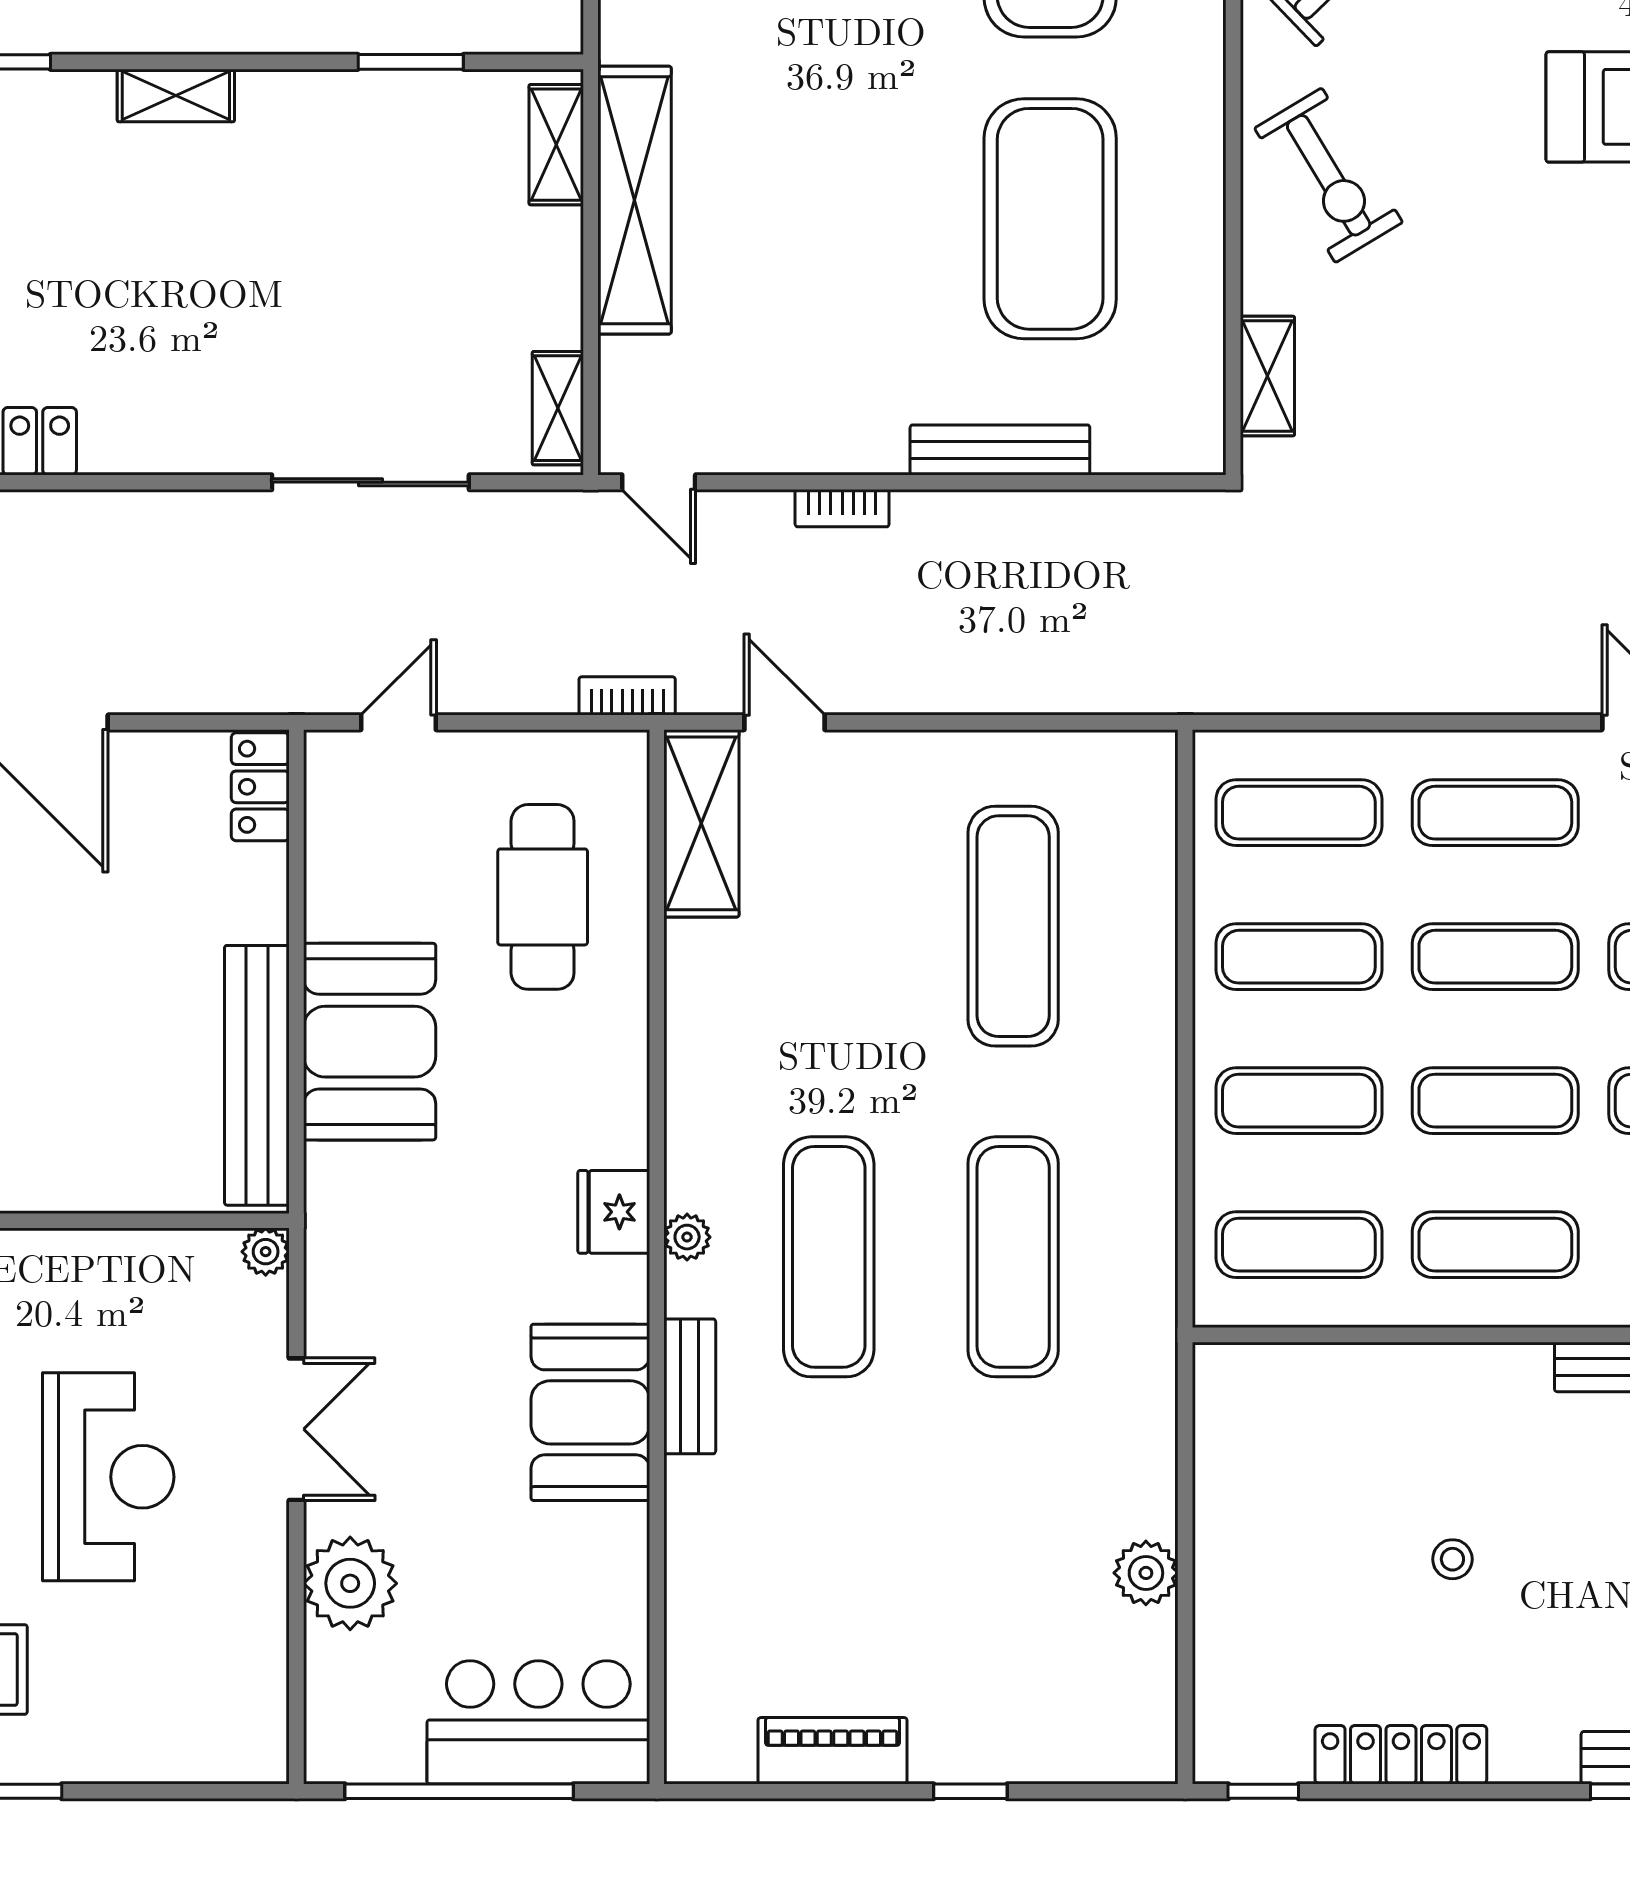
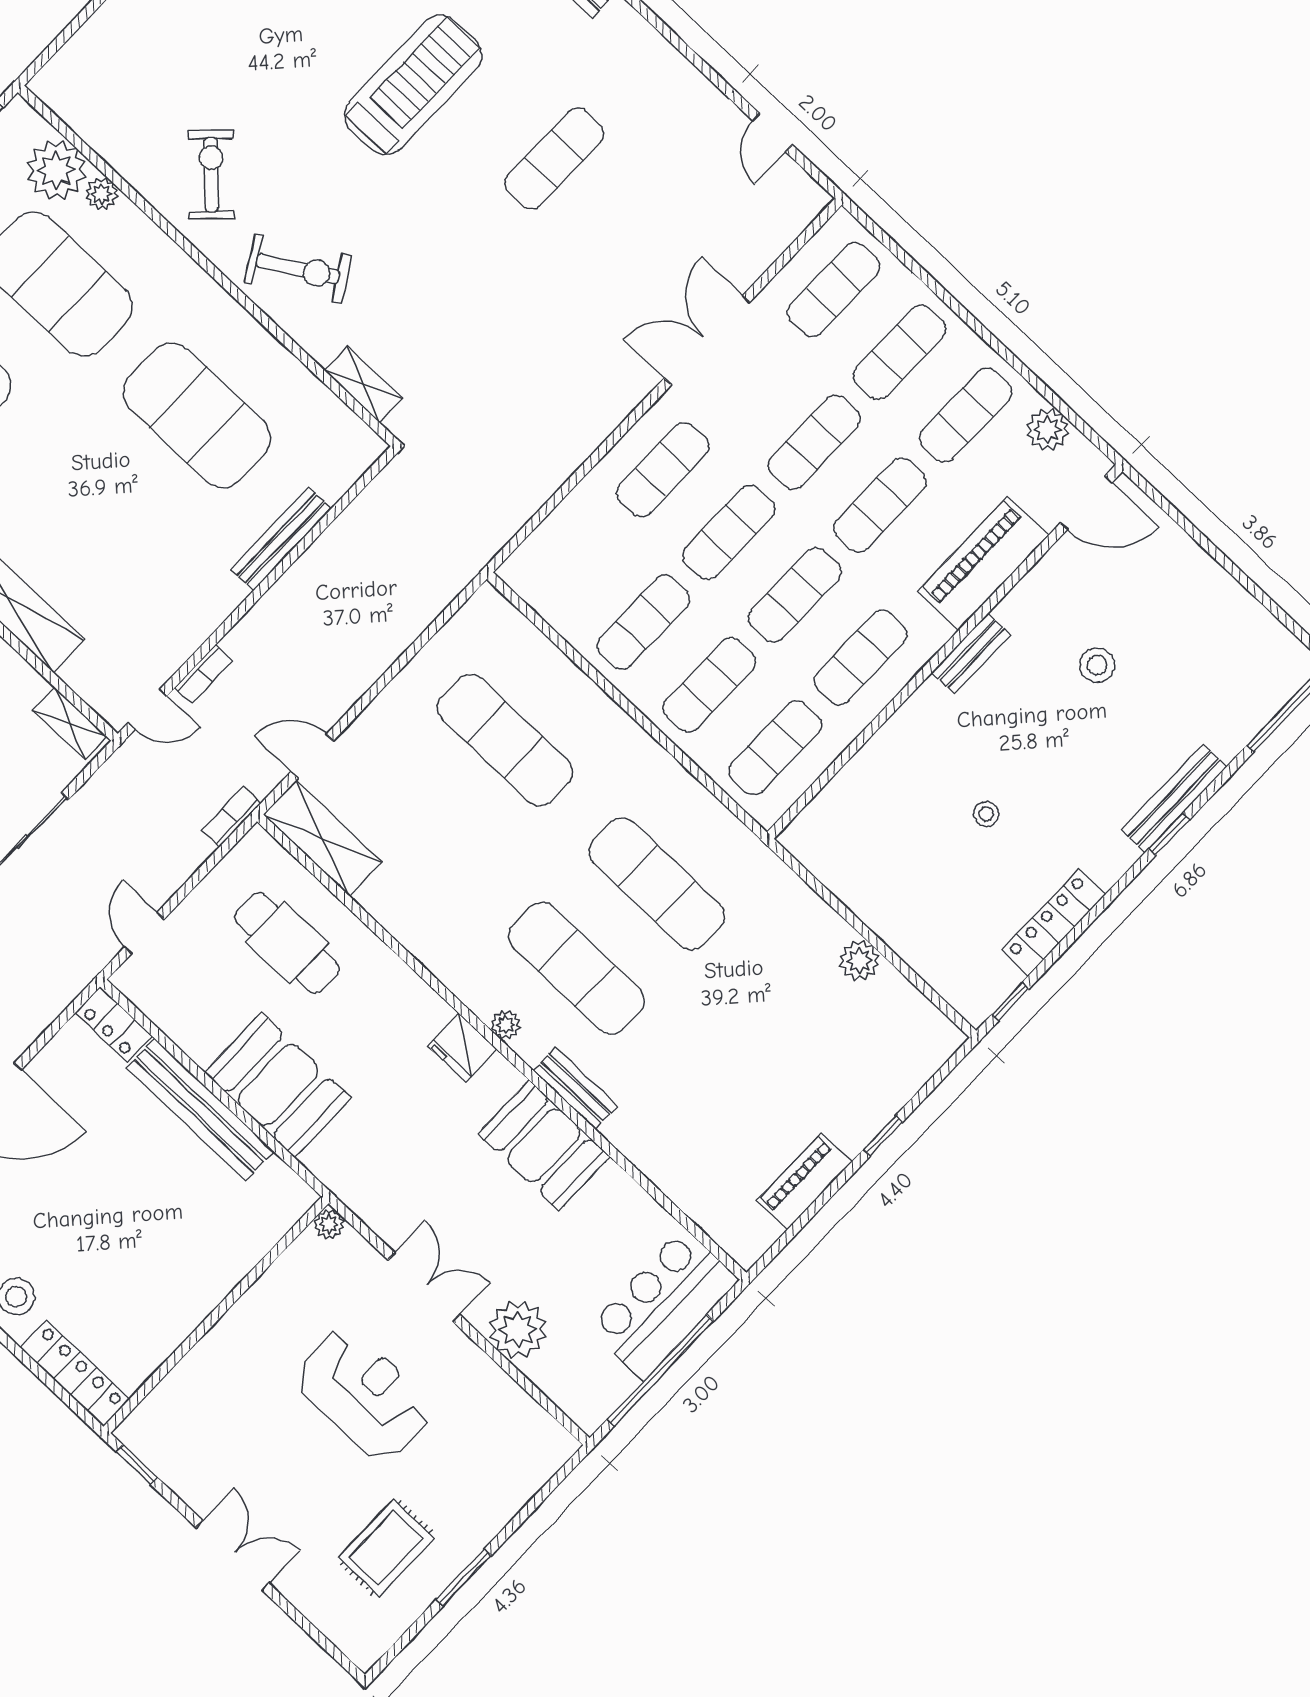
bookcase: (842, 508) -> (204, 674), moved
exercise mat: (1299, 813) -> (577, 560), removed
bench: (257, 1075) -> (200, 1109), moved

